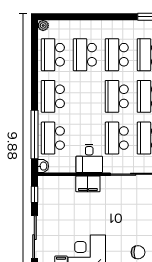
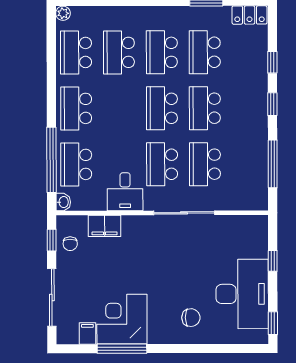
filing cabinet: (88, 184) -> (104, 226), moved
chair: (48, 197) -> (70, 244), added

